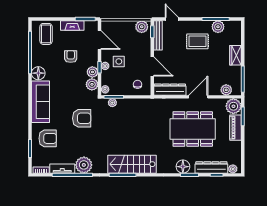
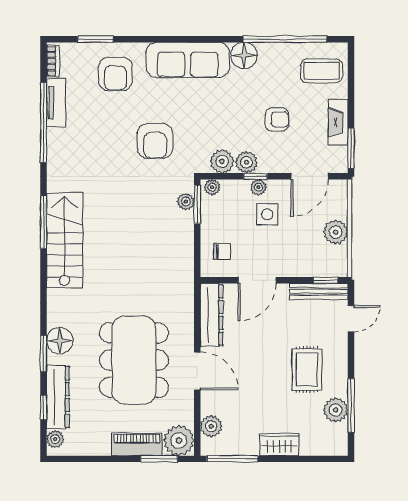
plant: (142, 27) -> (336, 232), moved
plant: (84, 165) -> (63, 145), removed

